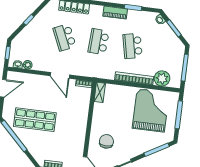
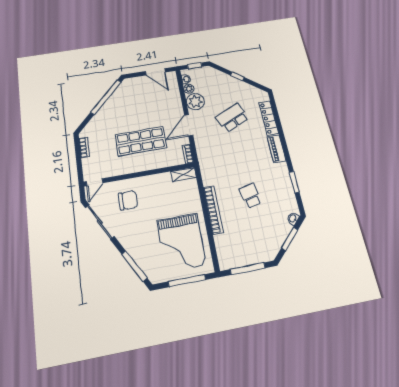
piano: (115, 13) -> (276, 149), moved
school desk: (99, 42) -> (241, 156), removed
school desk: (133, 46) -> (250, 196), width x0.54
plant: (162, 78) -> (195, 102), moved
grand piano: (151, 110) -> (181, 243), turned 90
shop shelf: (35, 120) -> (141, 141), moved, turned 90

